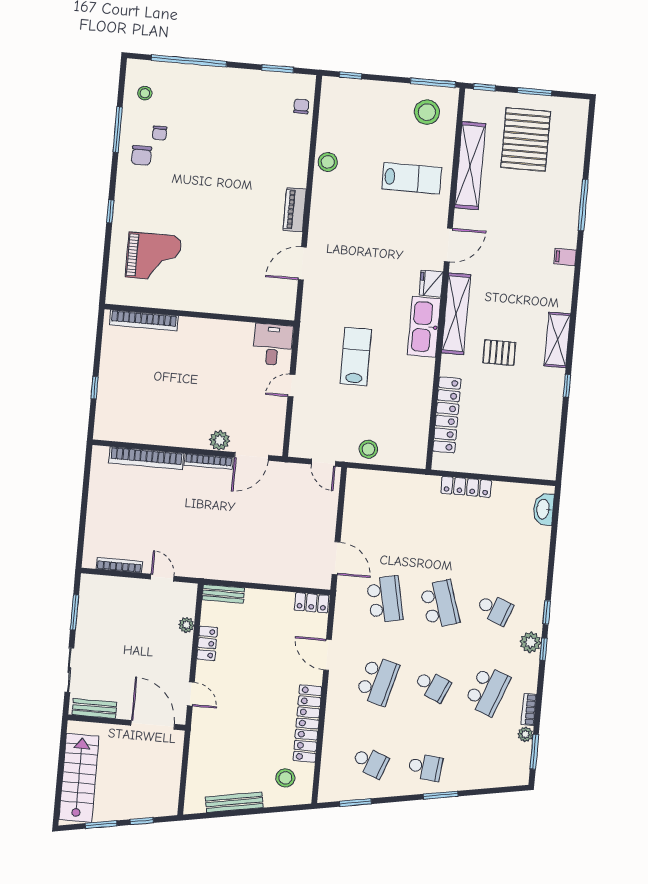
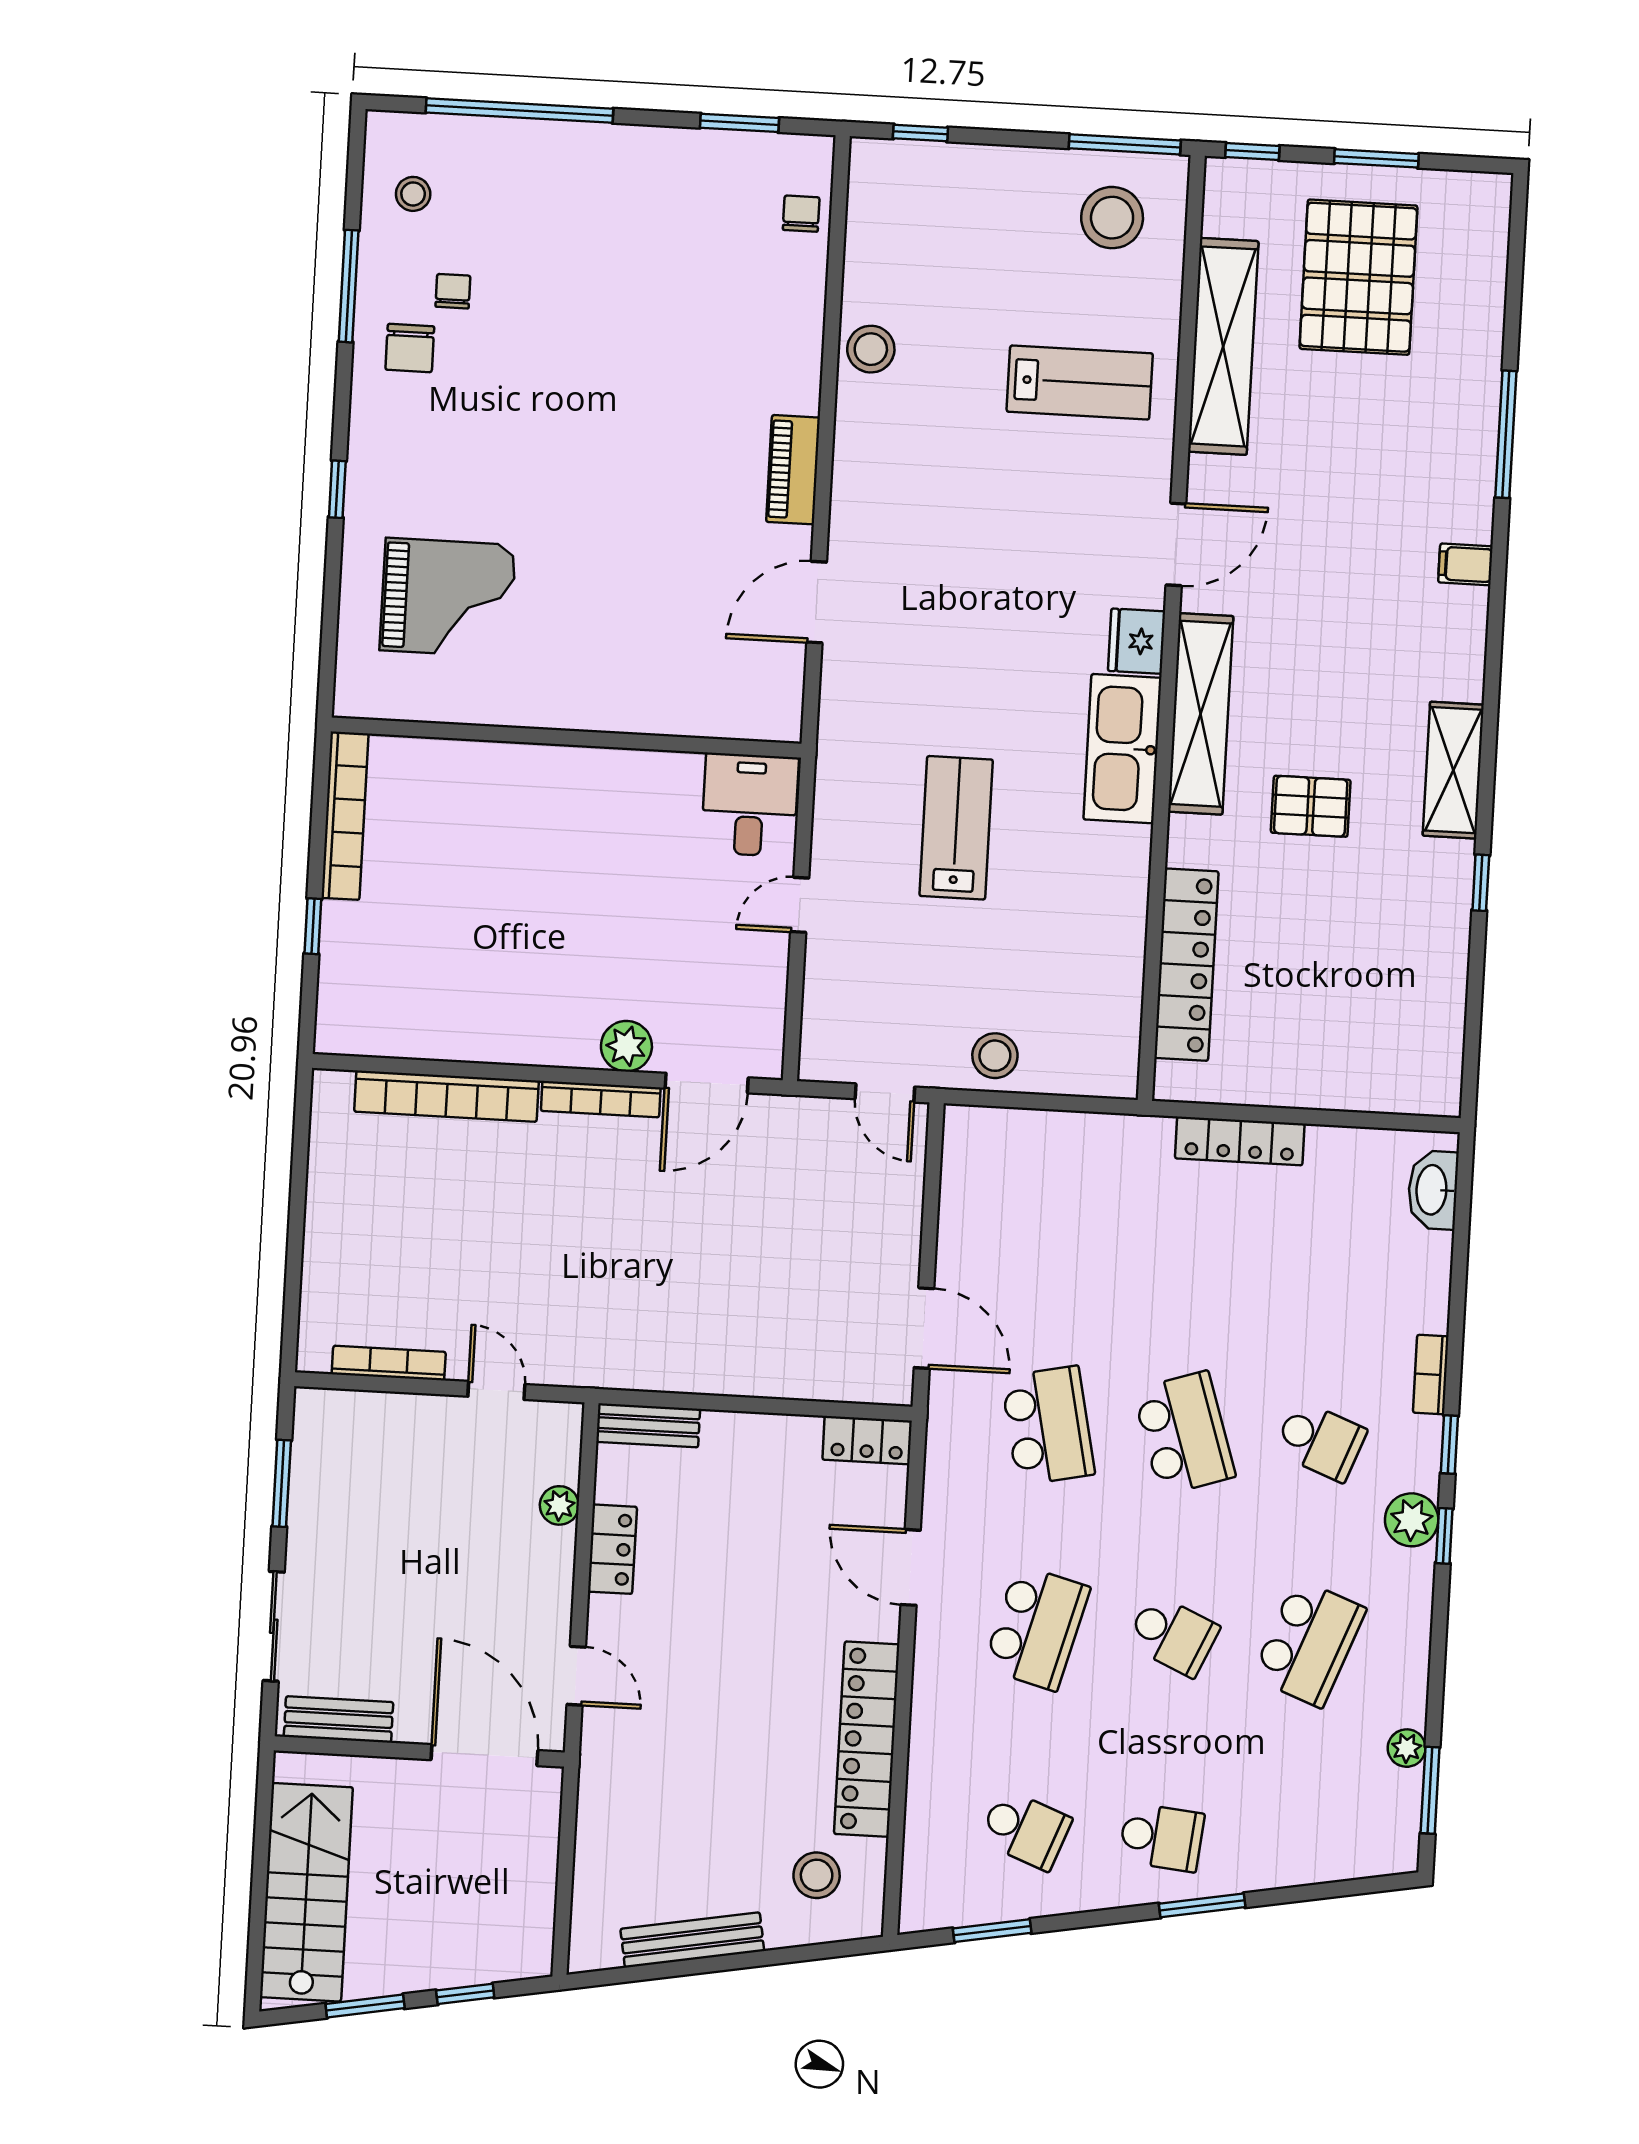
chair: (160, 133) -> (453, 291), turned 180
bookcase: (144, 320) -> (345, 816), moved, turned -90
bookcase: (529, 710) -> (1431, 1375), moved

